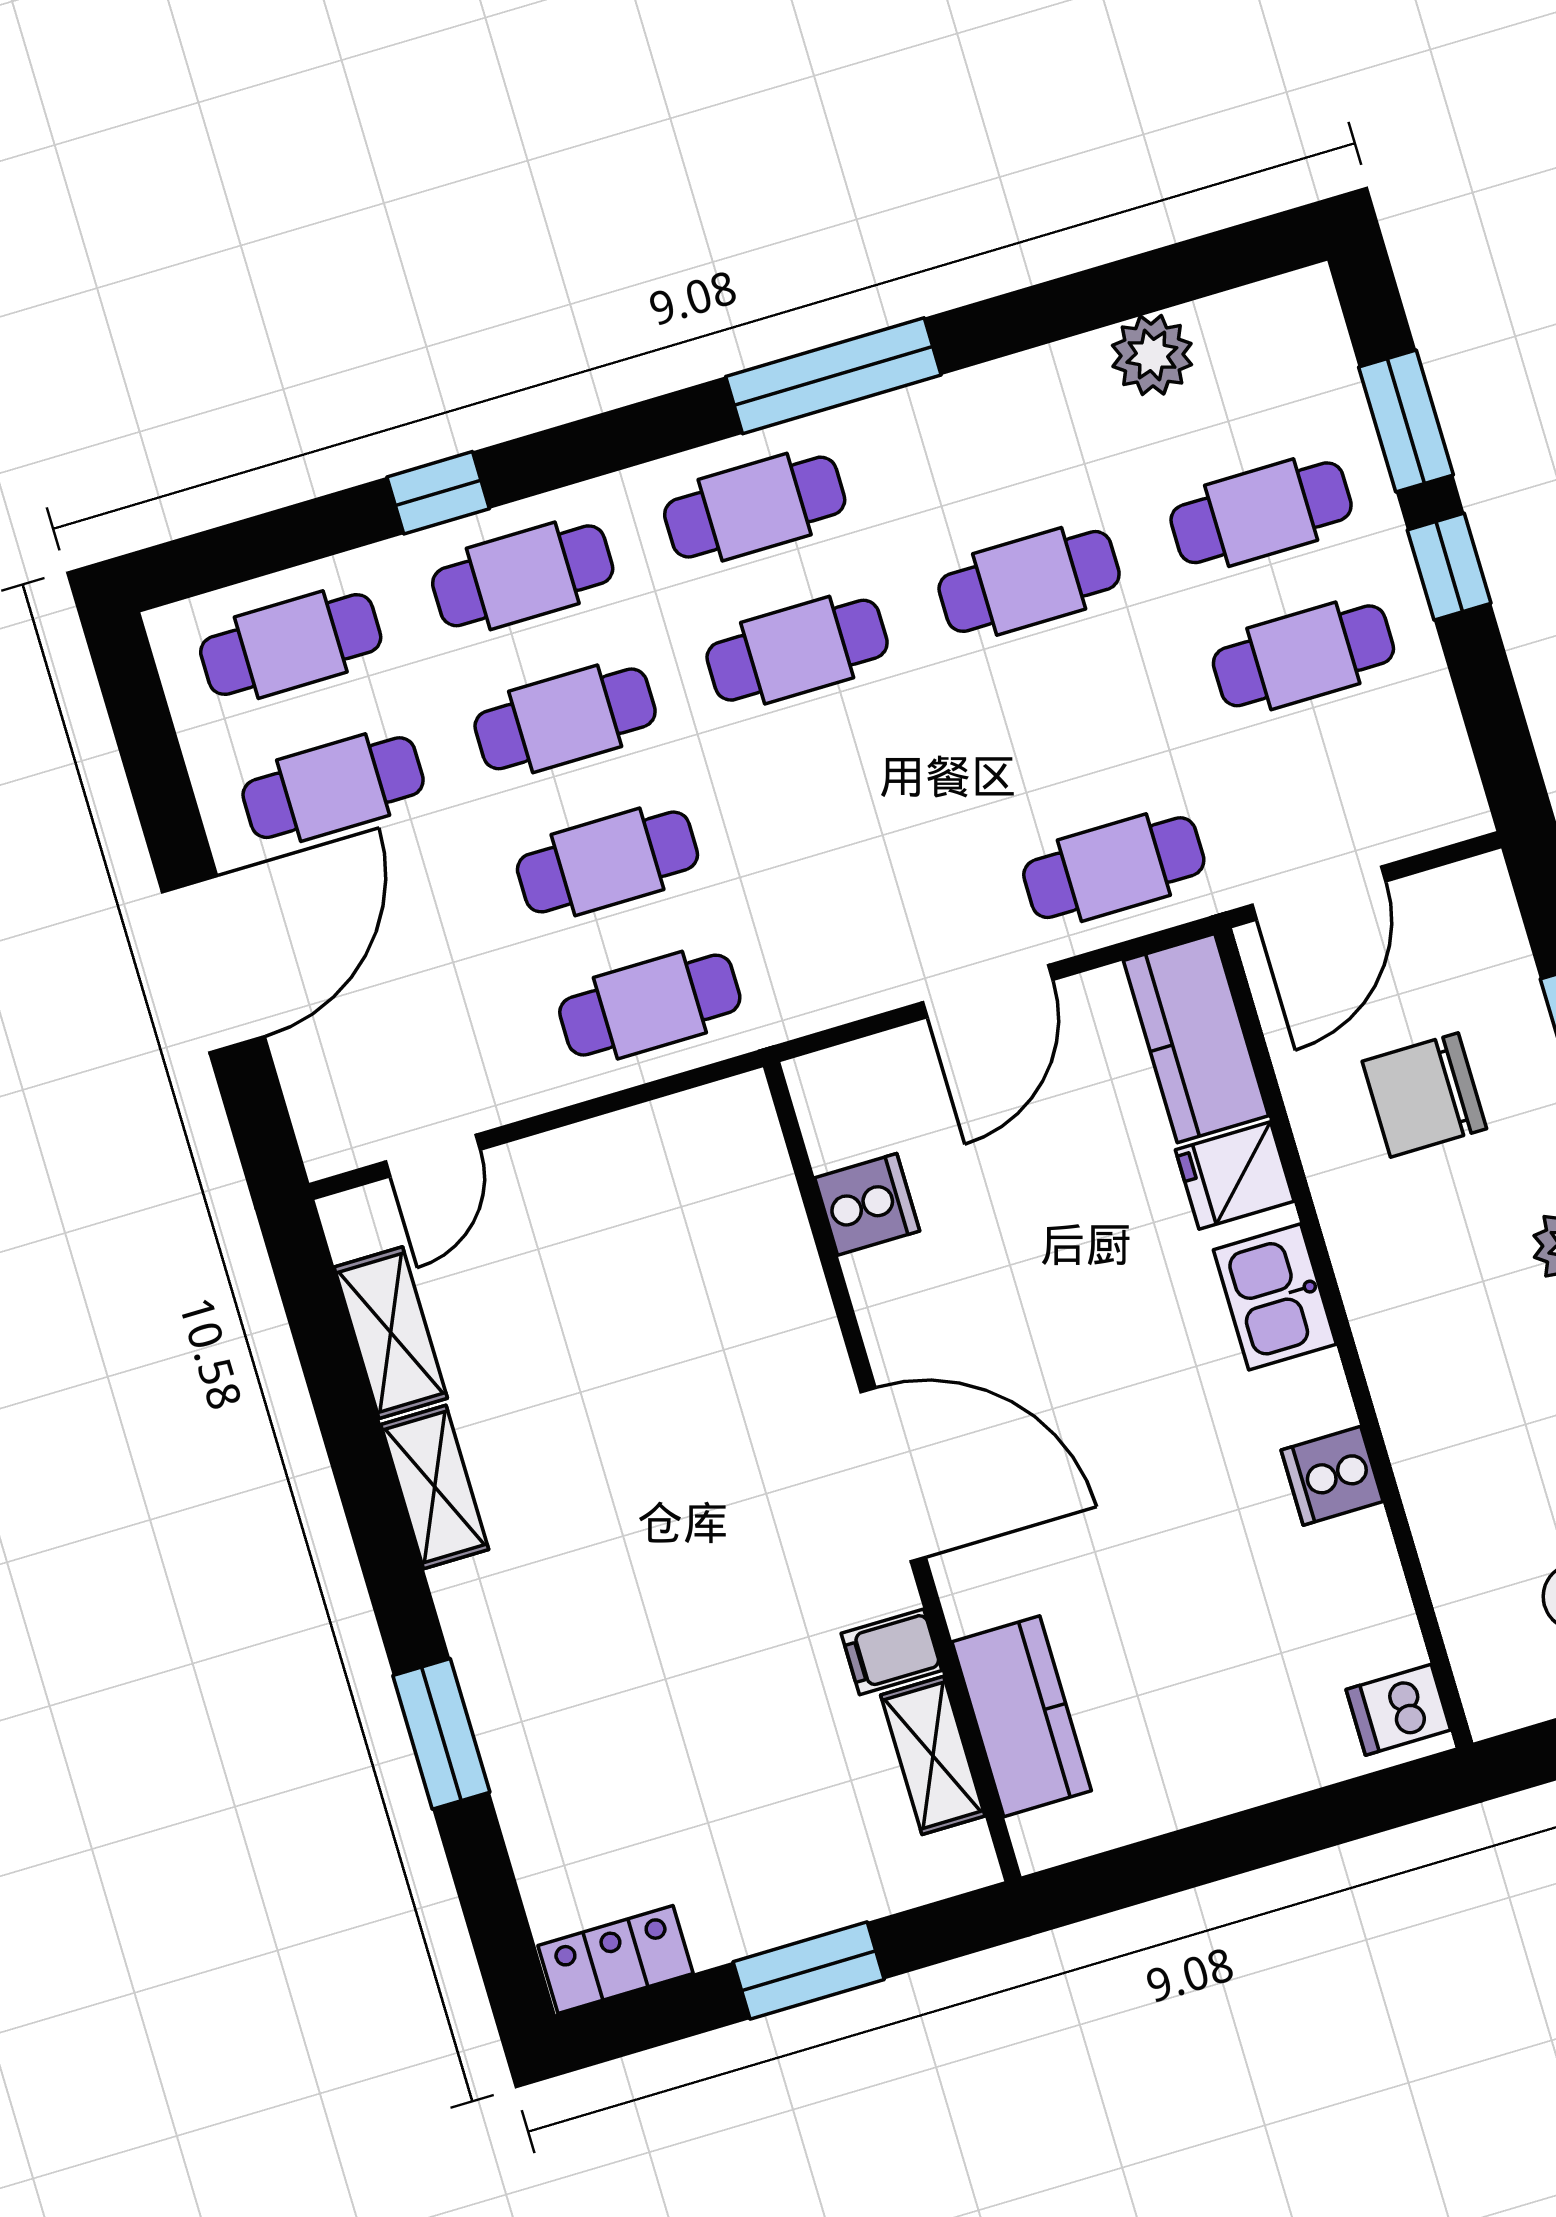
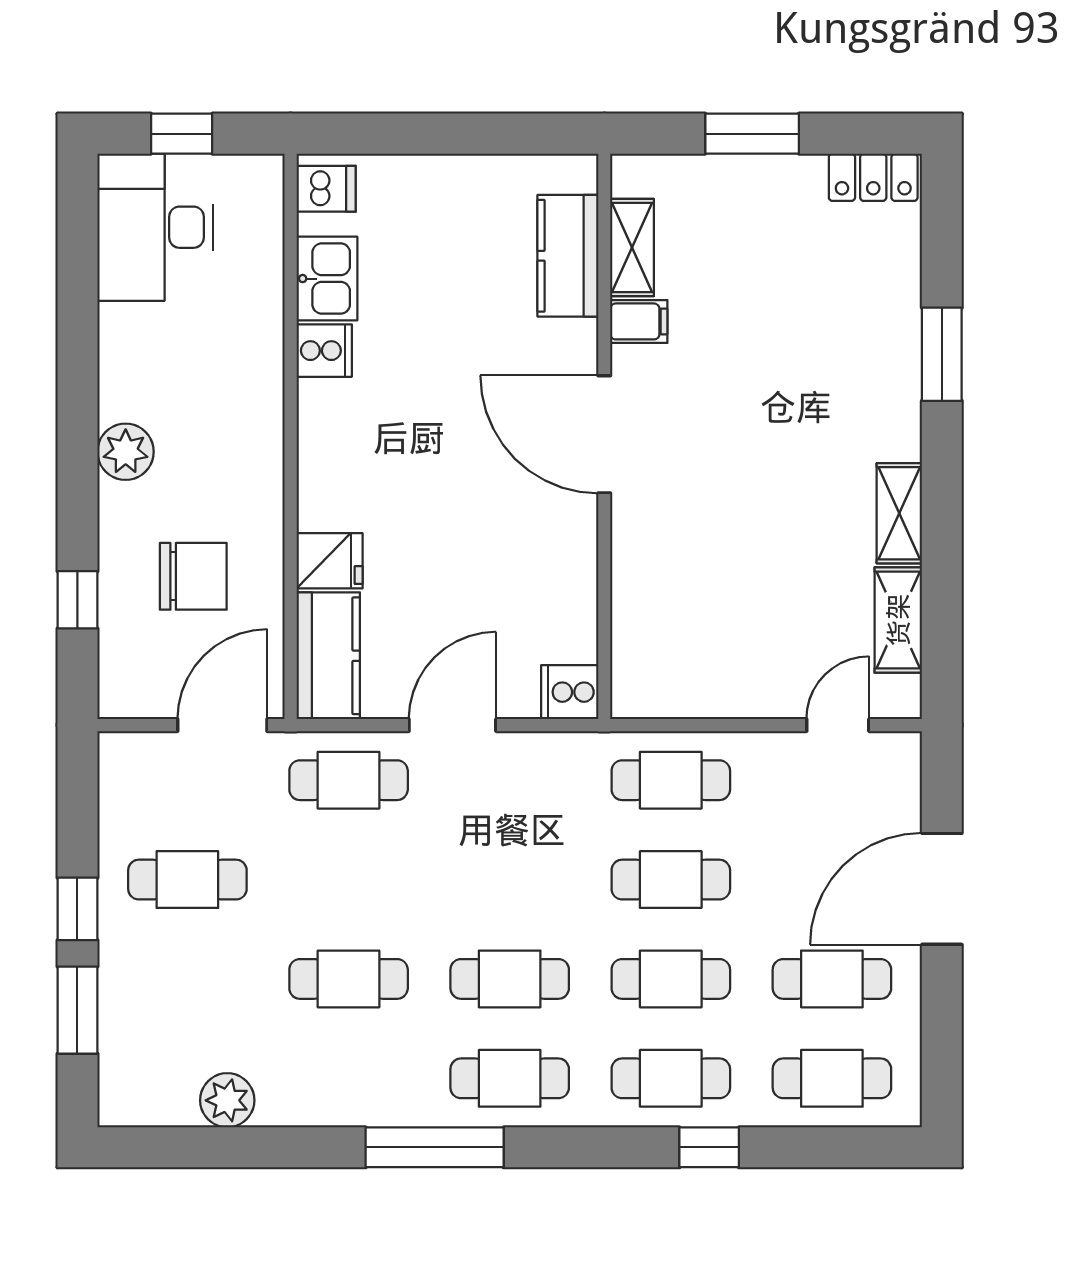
cafe table: (1261, 513) -> (187, 979), removed
cooker: (867, 1204) -> (570, 692), moved
kitchen sink: (1275, 1297) -> (327, 279), moved

